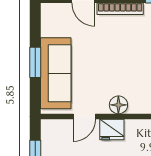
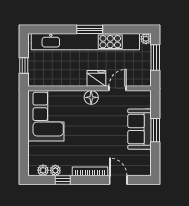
sofa: (56, 73) -> (140, 129), width x0.73

